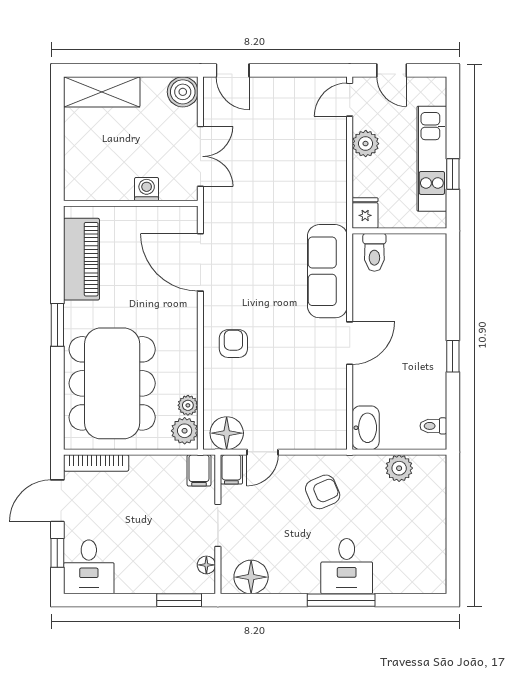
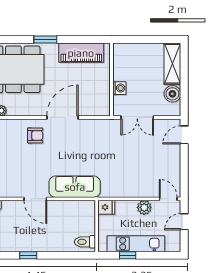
boiler: (183, 92) -> (172, 94), moved
toilet: (374, 252) -> (85, 242), moved
door: (200, 262) -> (62, 117), moved

